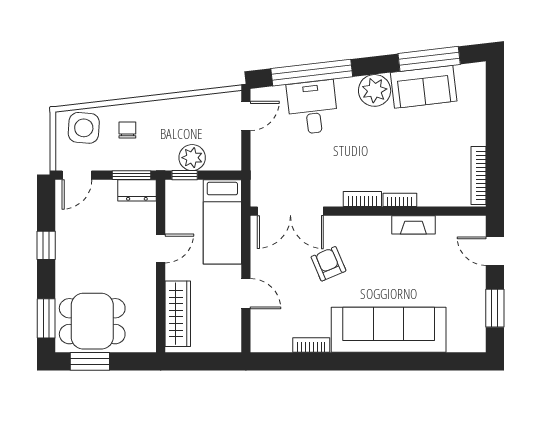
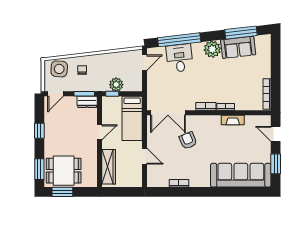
sofa: (389, 330) -> (241, 175), moved

